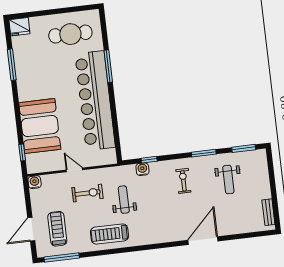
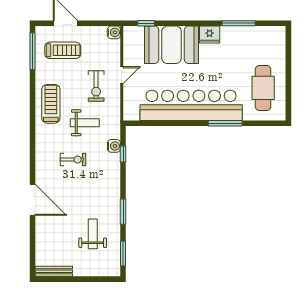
fridge: (19, 27) -> (210, 35), moved, turned -90
weight bench: (228, 180) -> (93, 234), turned 90
exercise bike: (183, 181) -> (73, 160), moved
bench: (268, 212) -> (54, 271), width x1.36

